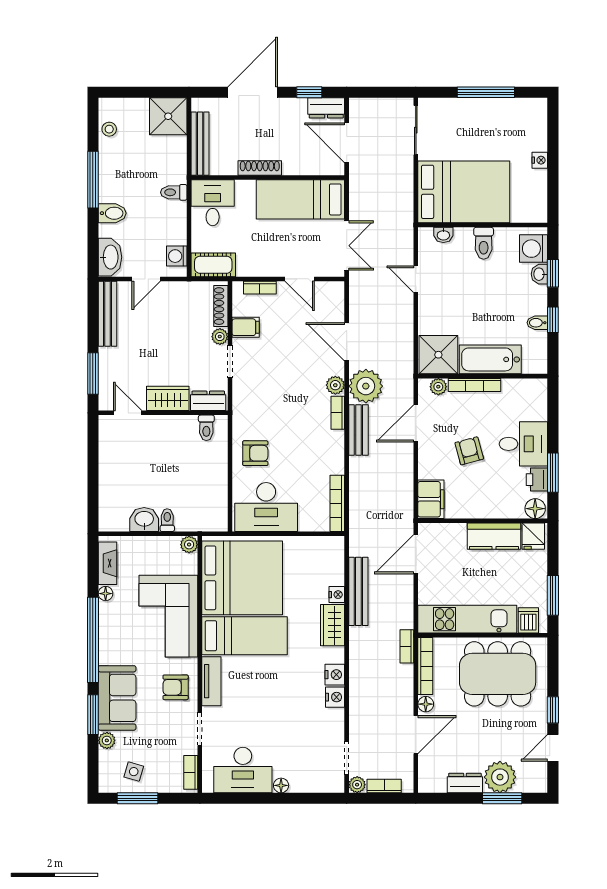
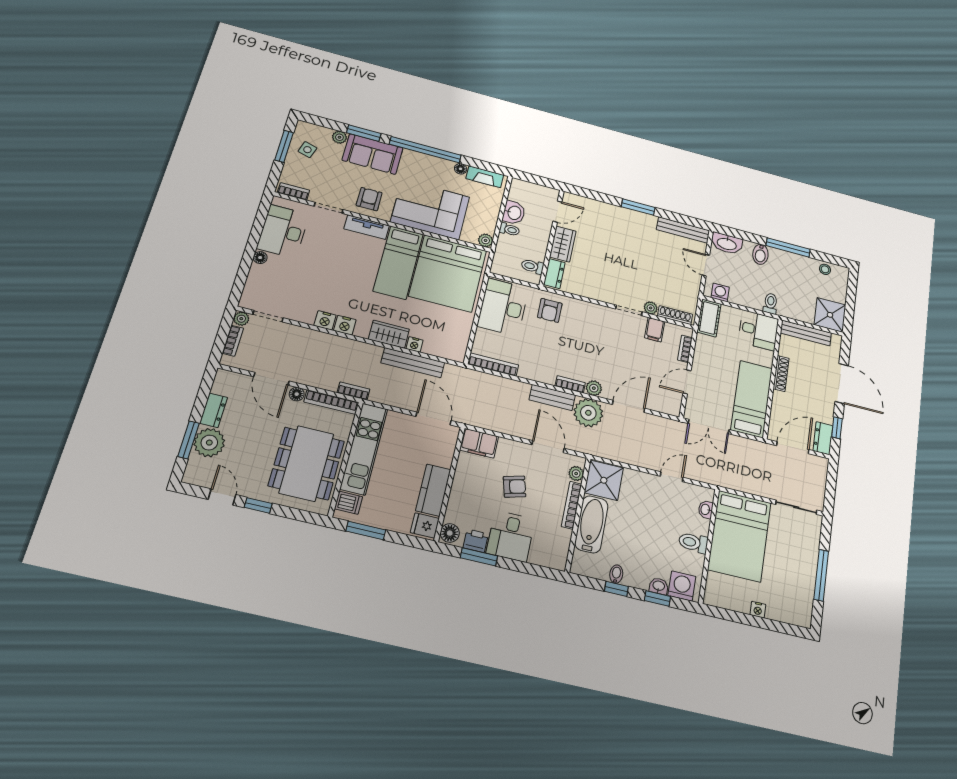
wardrobe: (168, 398) -> (563, 244), moved
dresser: (208, 401) -> (554, 274), moved
door: (128, 413) -> (557, 212), moved
wall: (163, 413) -> (552, 237), moved
toilet: (206, 428) -> (533, 266), moved

